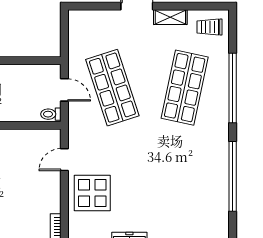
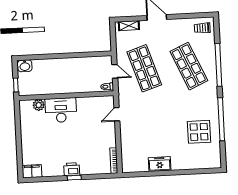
shelving: (170, 17) -> (129, 26), moved
shop shelf: (185, 88) -> (189, 66), turned -36
display table: (92, 193) -> (199, 132), moved

